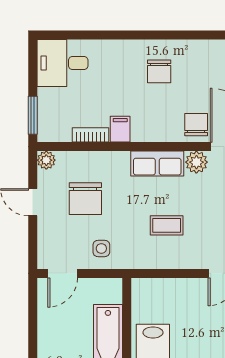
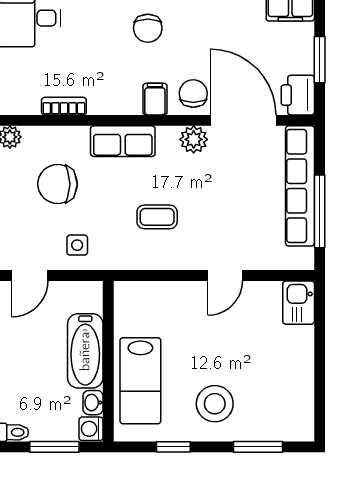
filing cabinet: (120, 129) -> (155, 99), moved
row of seats: (157, 164) -> (123, 141), moved
chair: (85, 199) -> (58, 184), turned 90

